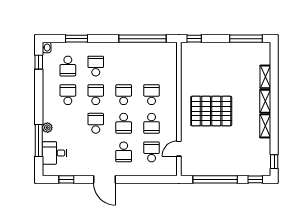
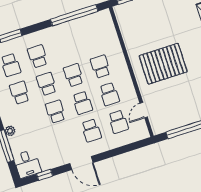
school desk: (152, 152) -> (118, 122), turned 180
desk: (54, 153) -> (27, 164), moved, turned -90

